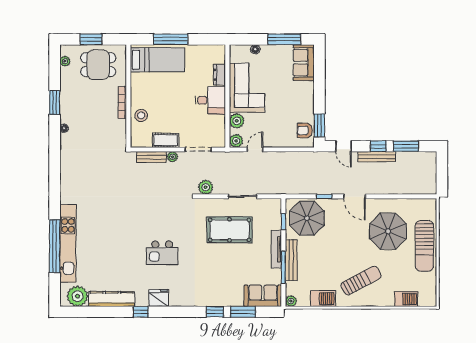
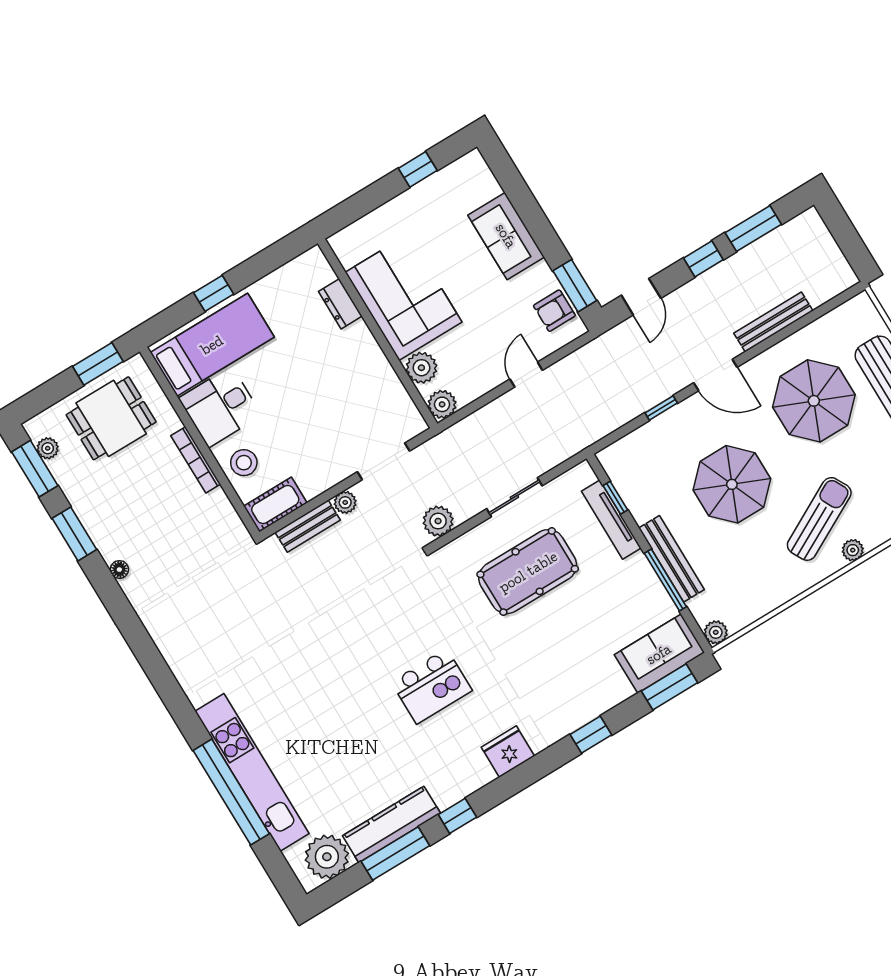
window: (91, 39) -> (98, 364), moved
window: (171, 39) -> (214, 293), width x0.46
window: (284, 39) -> (418, 169), width x0.46
floor lamp: (255, 49) -> (377, 219), removed
sofa: (304, 63) -> (506, 236), moved
window: (55, 66) -> (35, 469), added
desk: (210, 100) -> (220, 407), moved, turned 180
cot: (166, 140) -> (275, 504), moved
door: (344, 146) -> (641, 297), hinge flipped
door: (255, 149) -> (526, 375), moved
bench: (377, 157) -> (773, 322), moved
parasol: (307, 218) -> (732, 484), moved
tv unit: (276, 249) -> (611, 520), moved
fridge: (159, 298) -> (508, 752), moved
barbecue: (323, 299) -> (771, 593), removed
plant: (367, 301) -> (853, 550), added
window: (106, 312) -> (395, 854), added
window: (243, 312) -> (670, 687), moved

